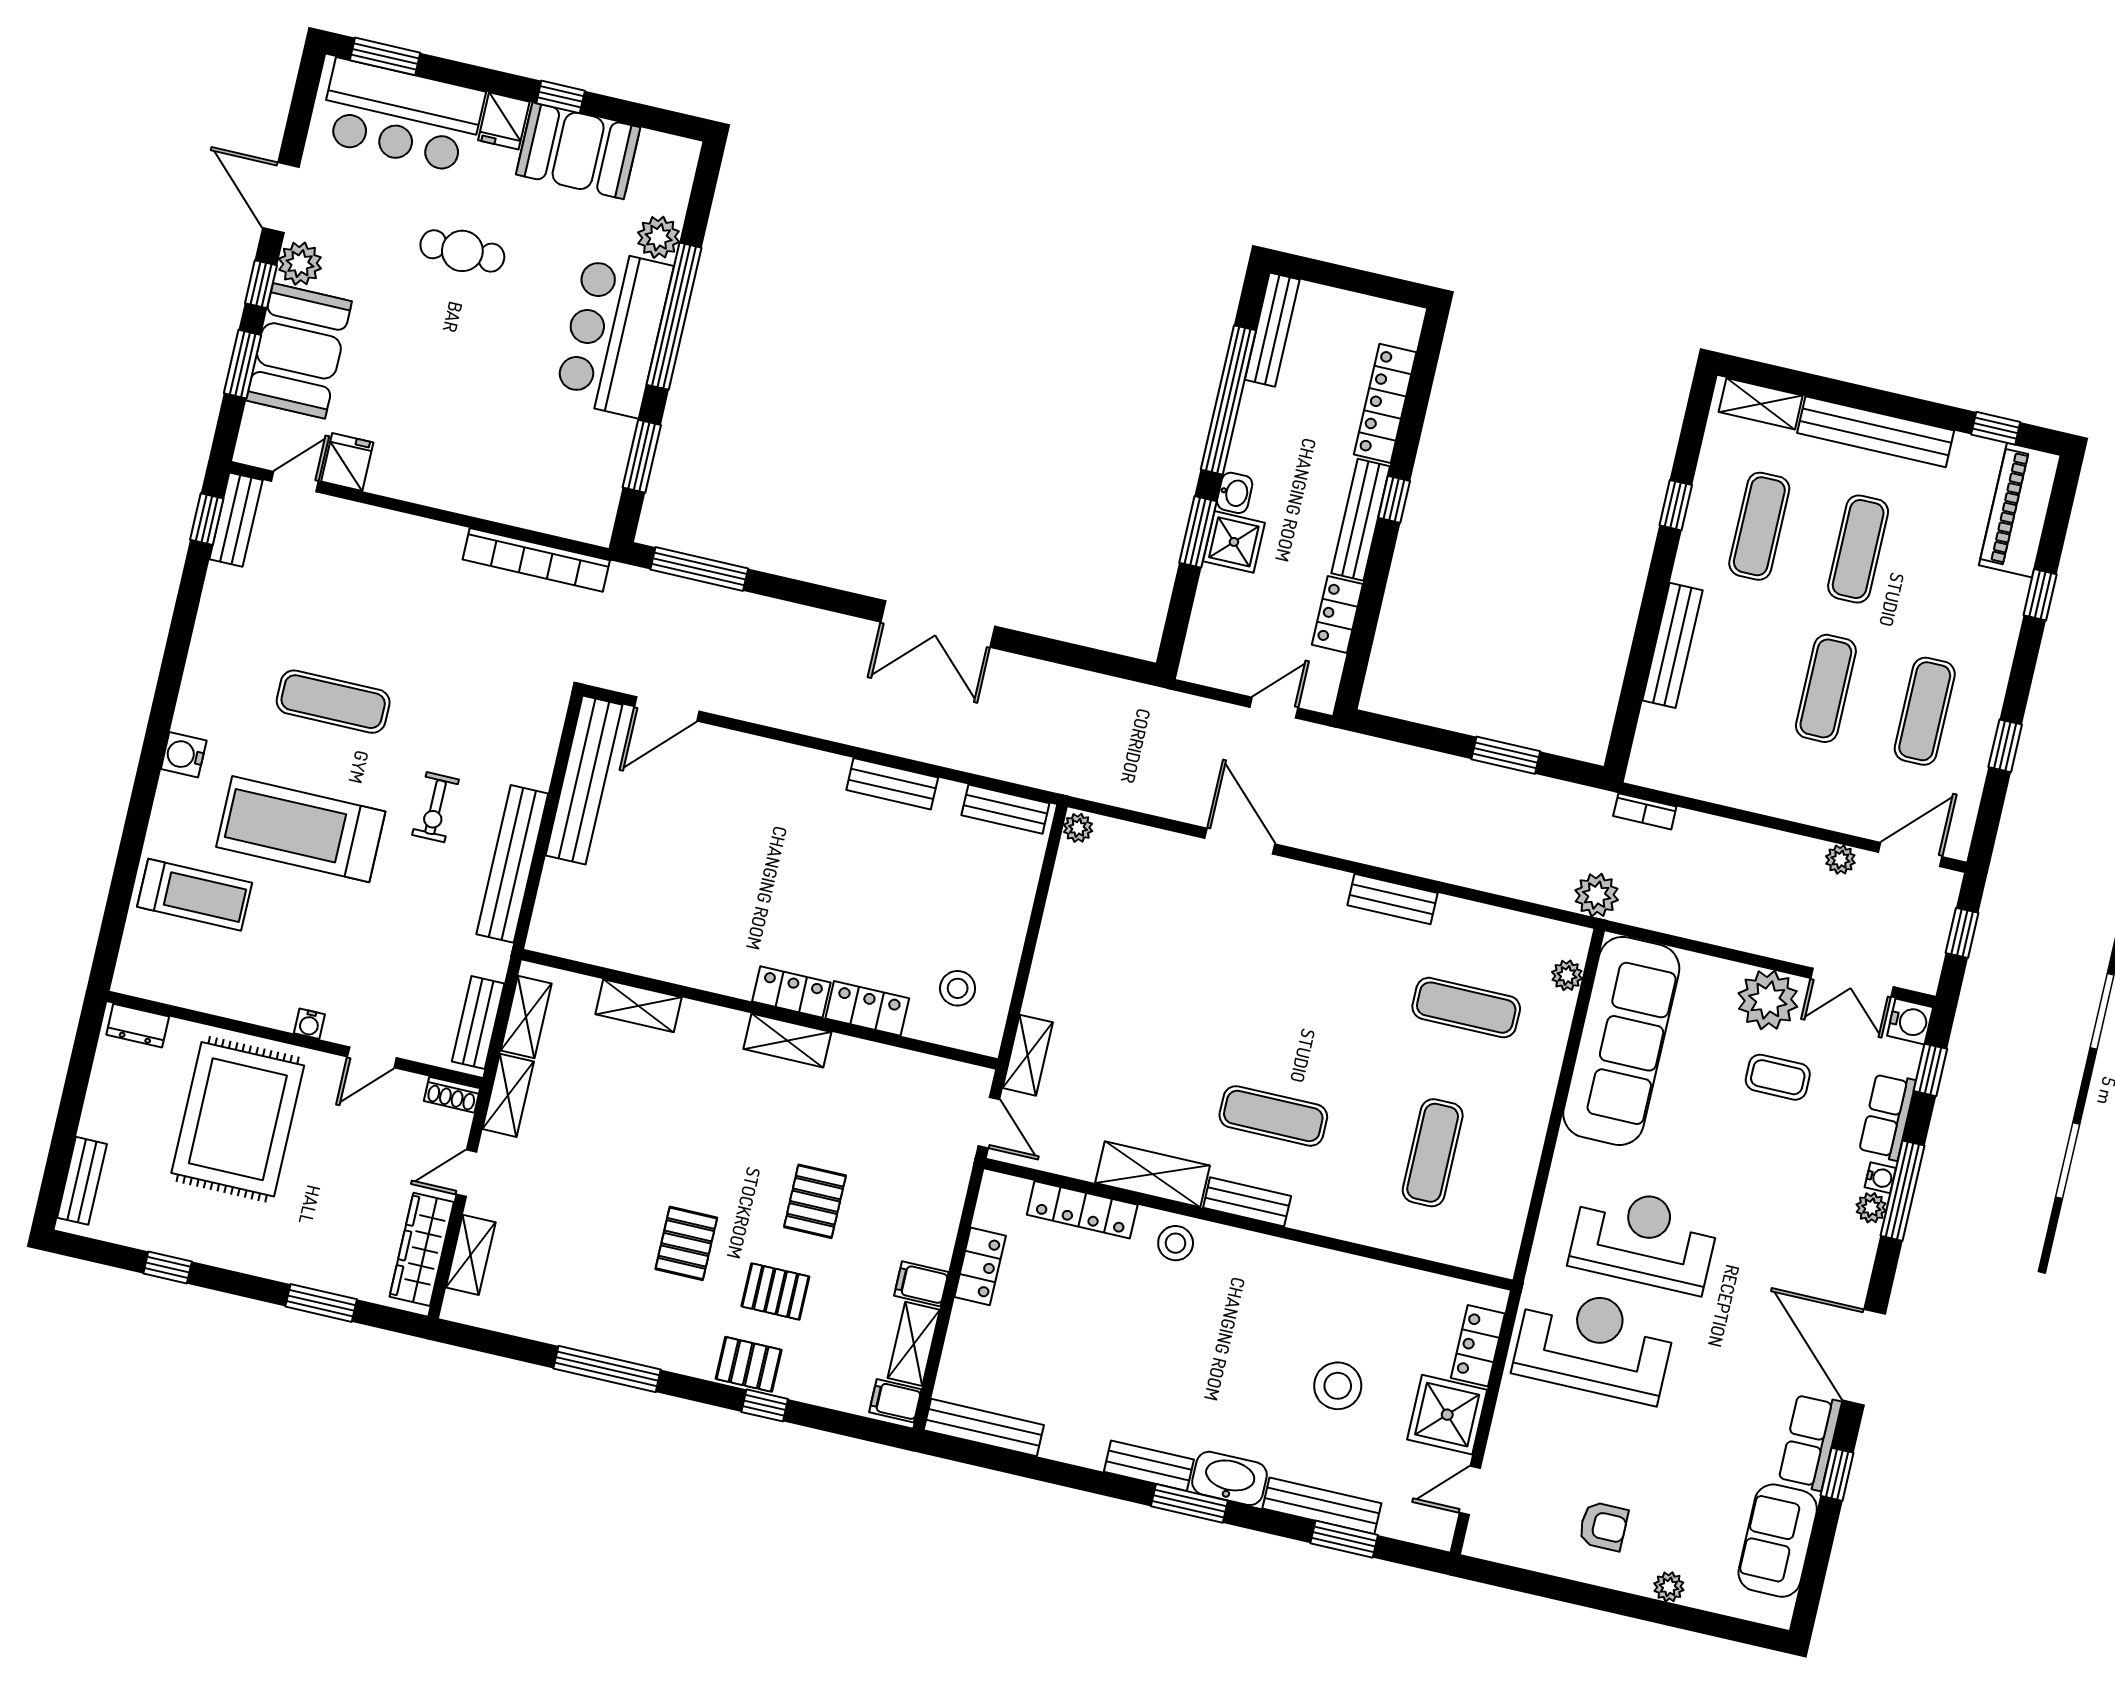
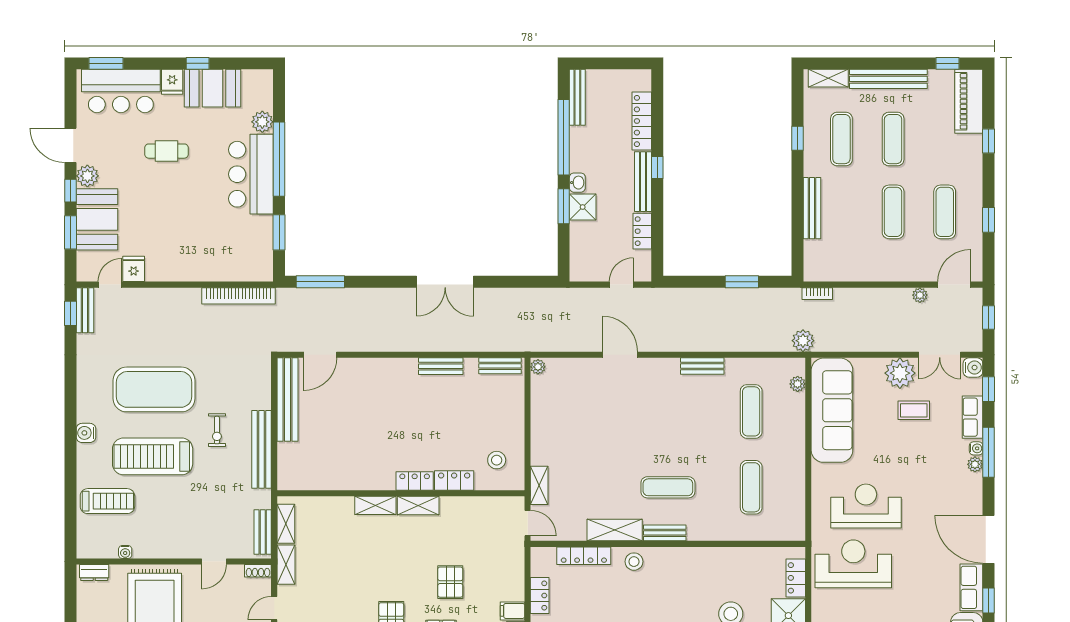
exercise mat: (333, 702) -> (154, 389), width x2.00, depth x1.45
shelving: (639, 1006) -> (375, 505), moved
exercise mat: (1466, 1008) -> (751, 411), turned 90
water cooler: (309, 1024) -> (125, 552), moved

